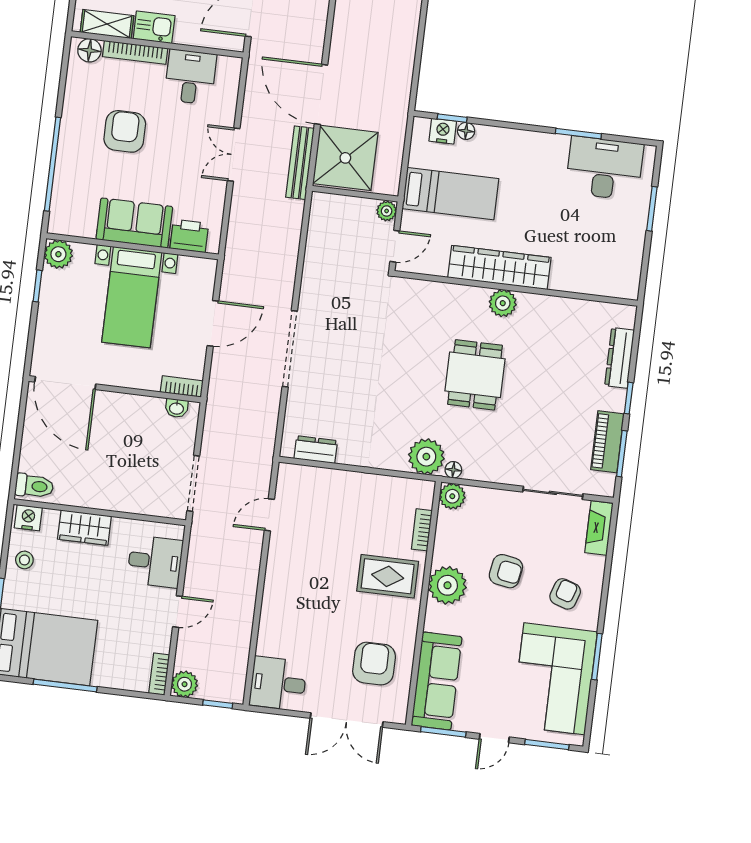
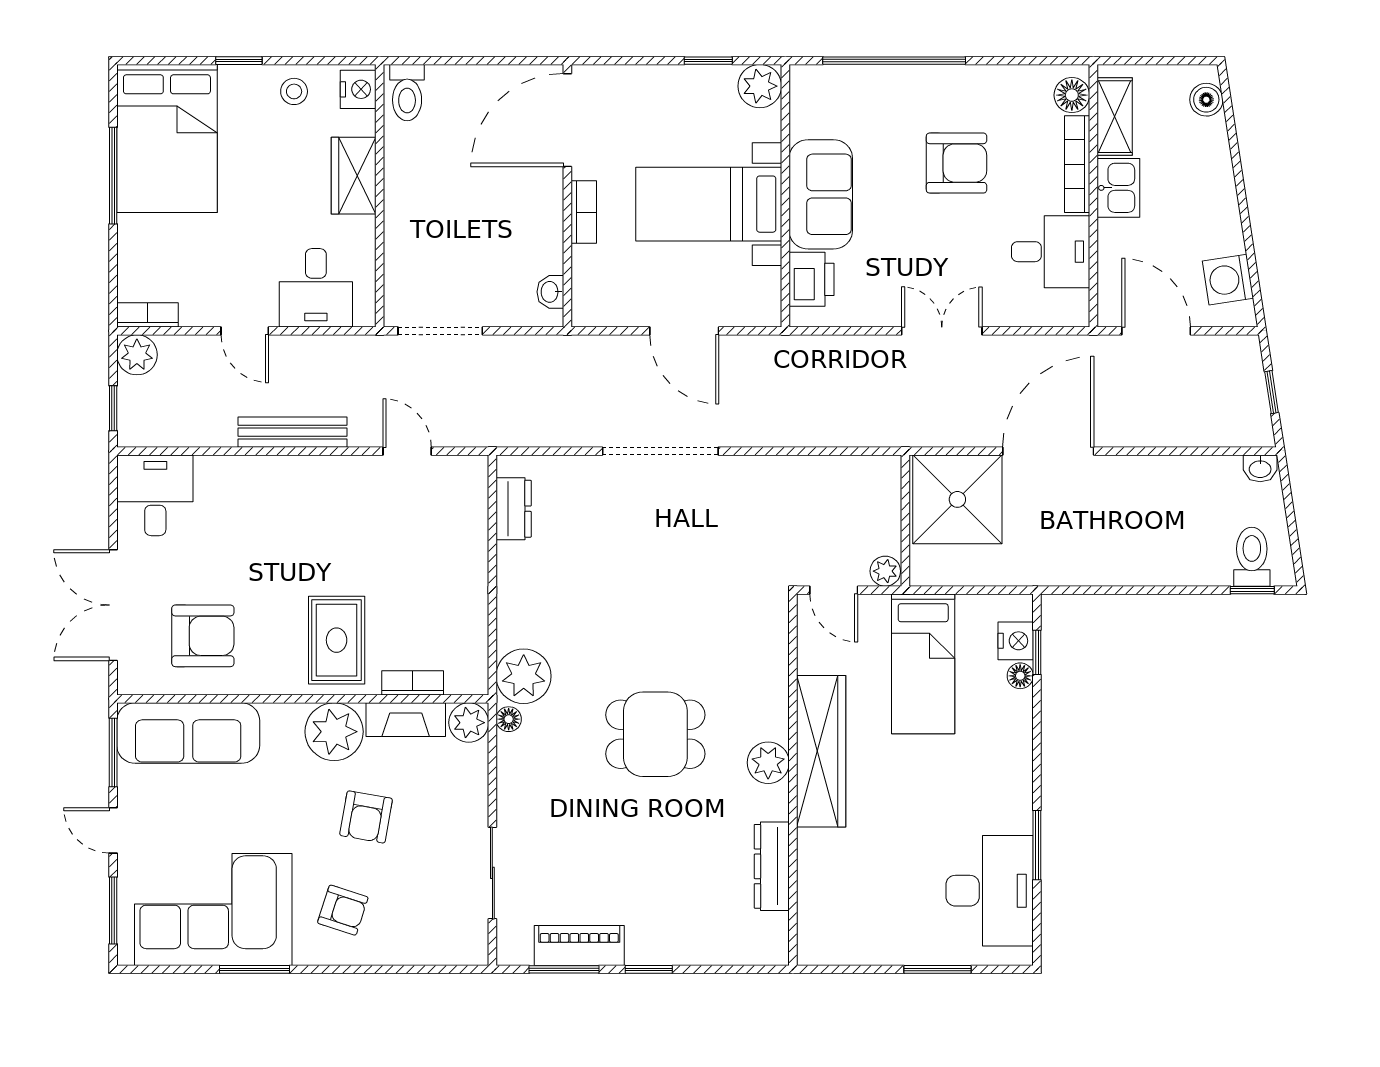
bench: (300, 163) -> (292, 432), moved
dresser: (620, 358) -> (772, 866), moved, turned -90
bookcase: (182, 386) -> (584, 212), moved
fireplace: (599, 528) -> (406, 720), moved, turned 180

